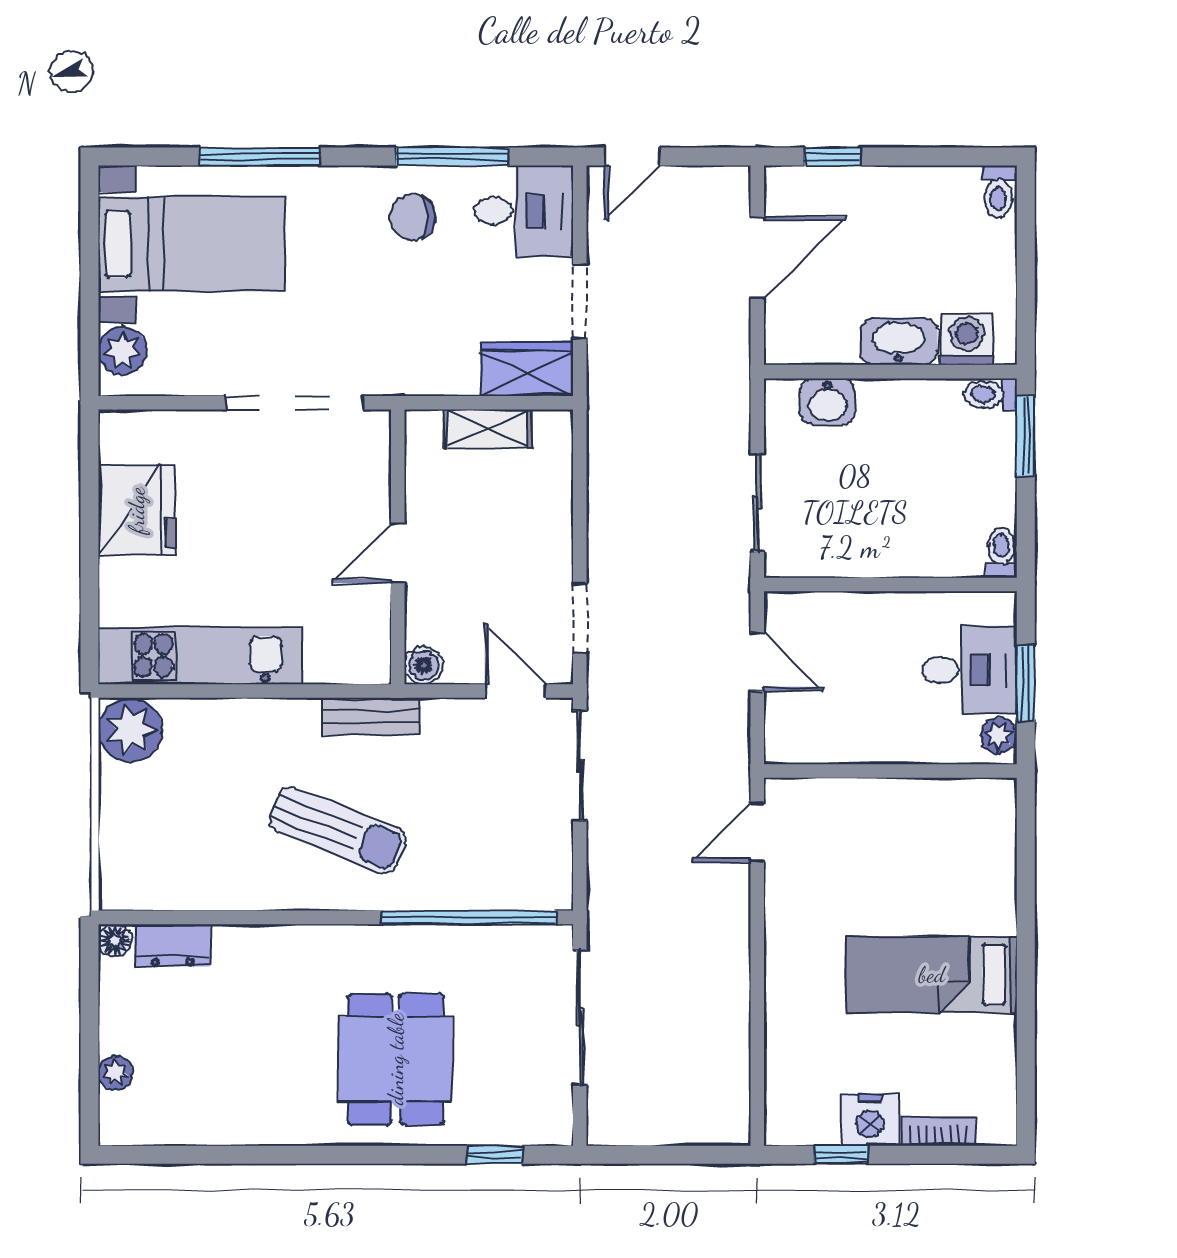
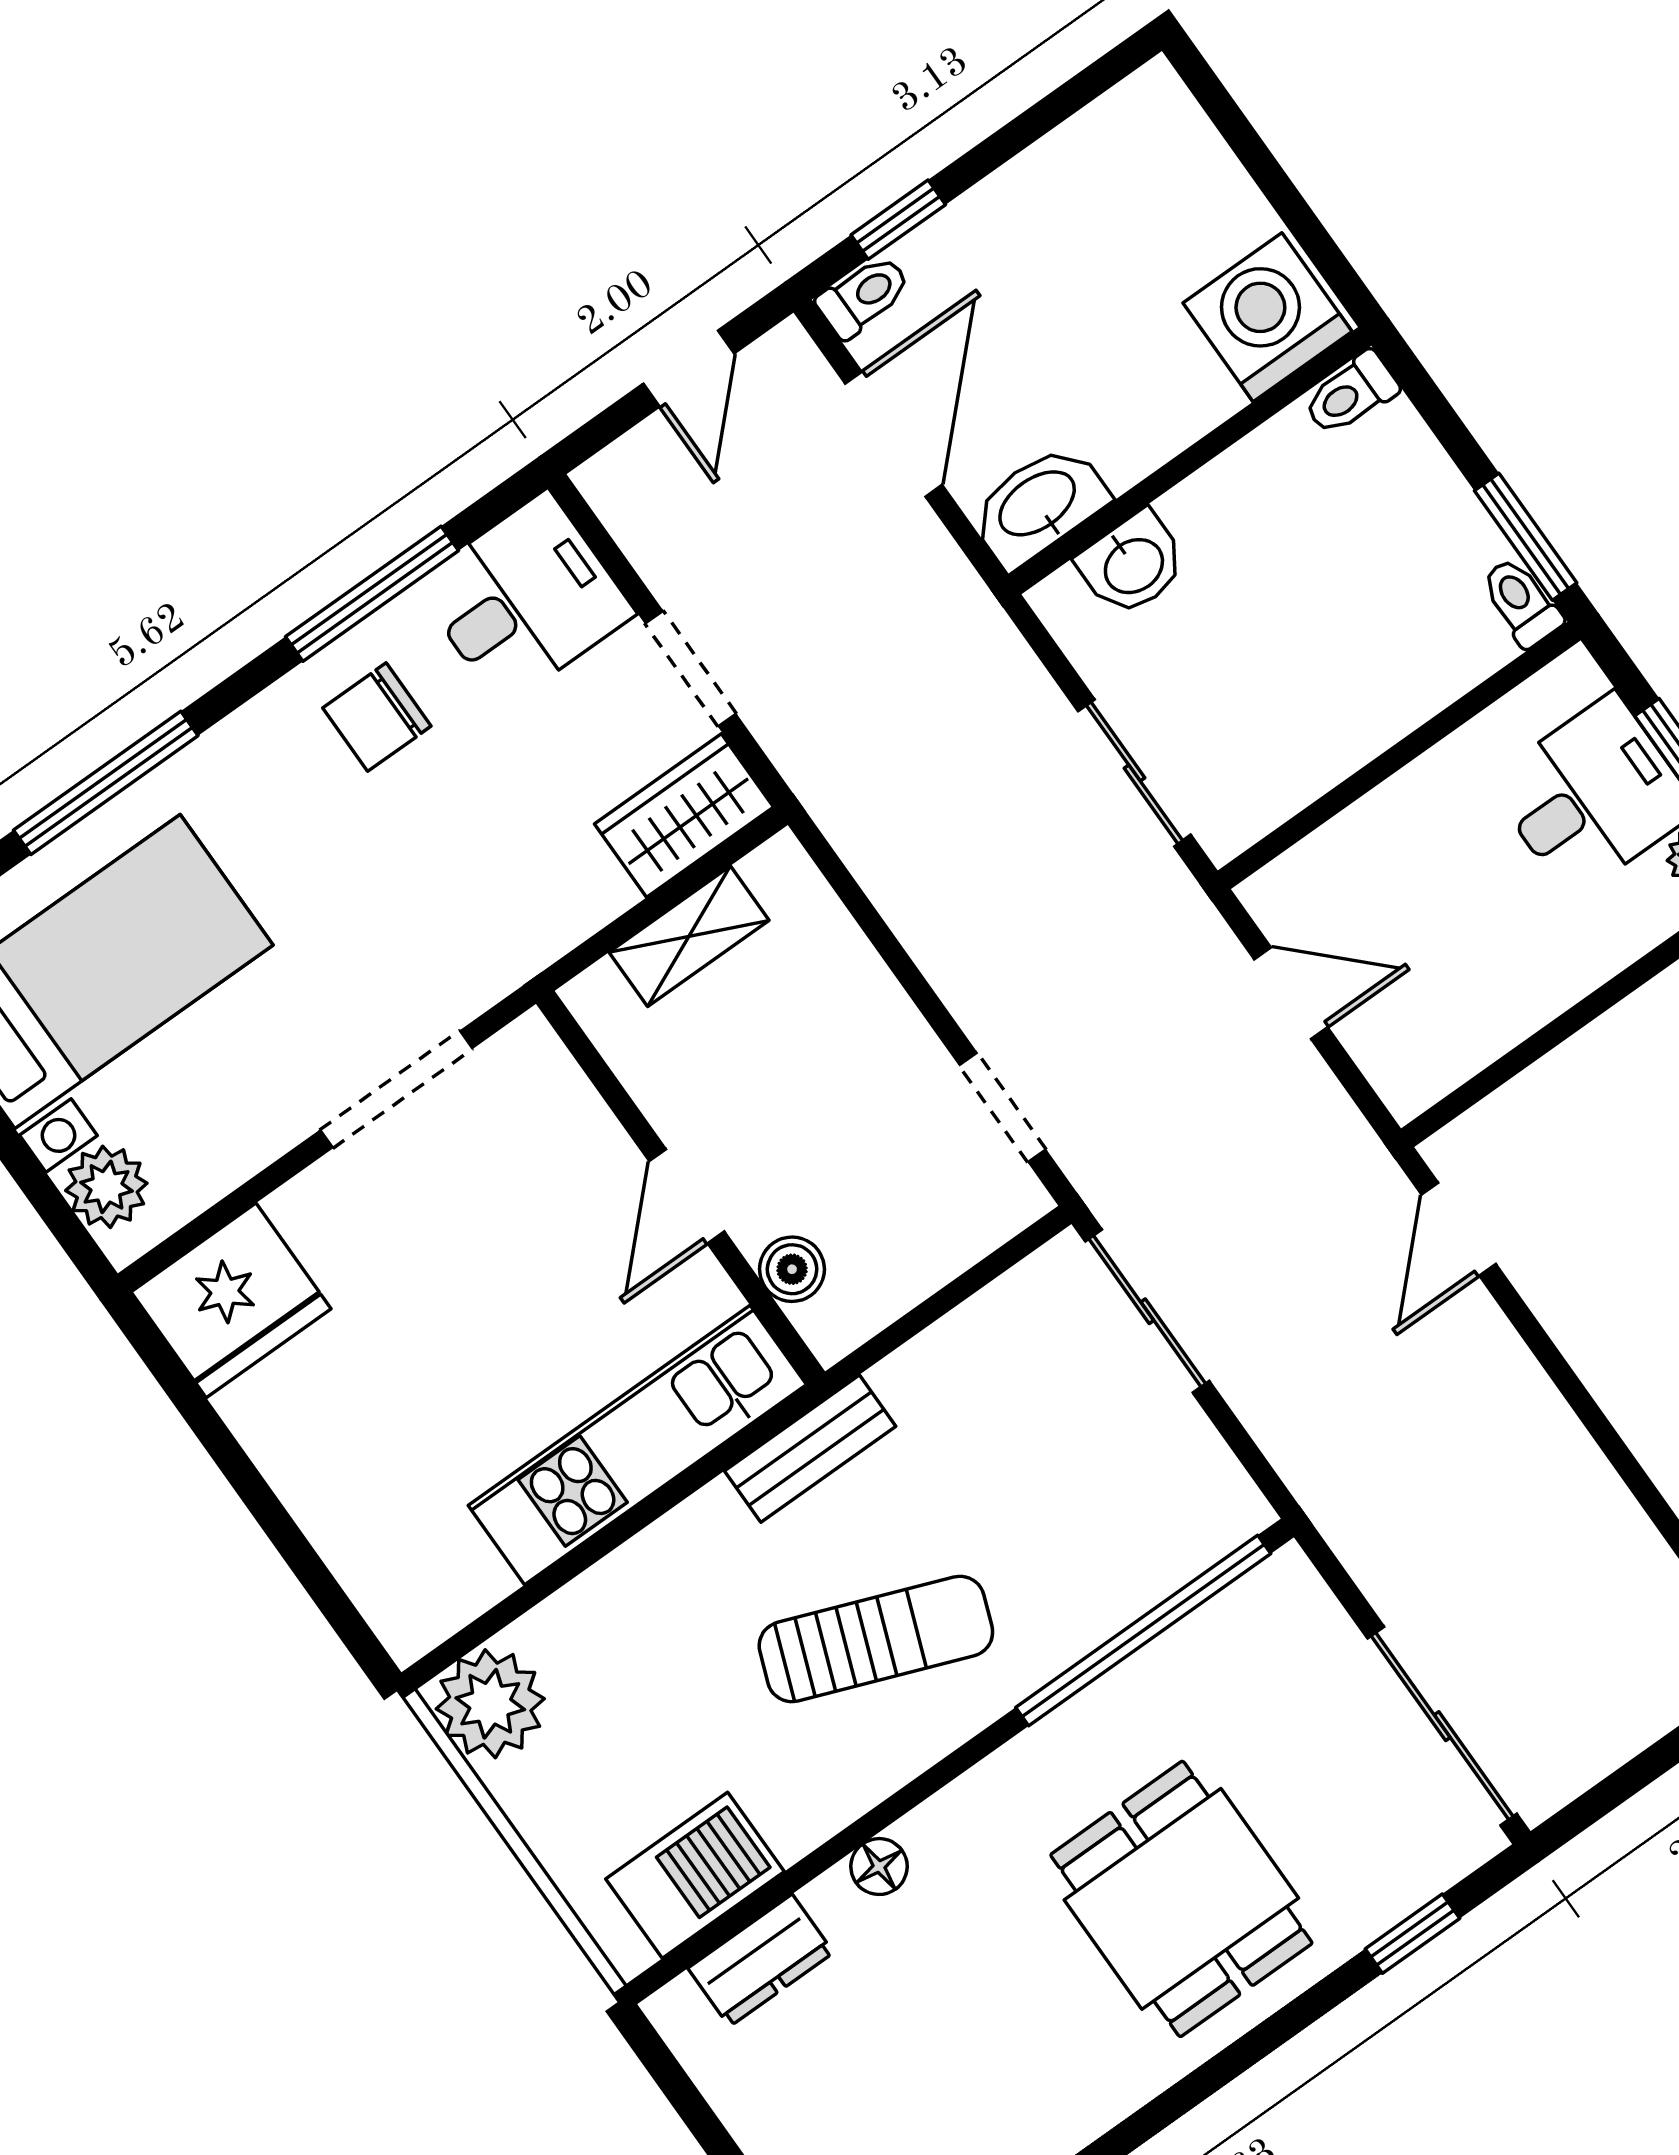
door: (632, 156) -> (689, 369), moved
toilet: (998, 191) -> (864, 296), moved, turned -90
washing machine: (967, 339) -> (1267, 317), width x1.37, depth x1.37
washbasin: (899, 341) -> (1038, 505), moved
doorway: (295, 403) -> (396, 1089), width x0.73
window: (1026, 436) -> (1526, 537), moved
fridge: (137, 510) -> (231, 1300), moved, turned 90
kitchen unit: (200, 656) -> (637, 1445), moved
boiler: (424, 665) -> (792, 1269), moved
door: (515, 691) -> (985, 1272), removed
barbecue: (170, 882) -> (695, 1875), added
floor lamp: (115, 941) -> (879, 1867), moved
sliding door: (580, 1018) -> (1442, 1726), moved

